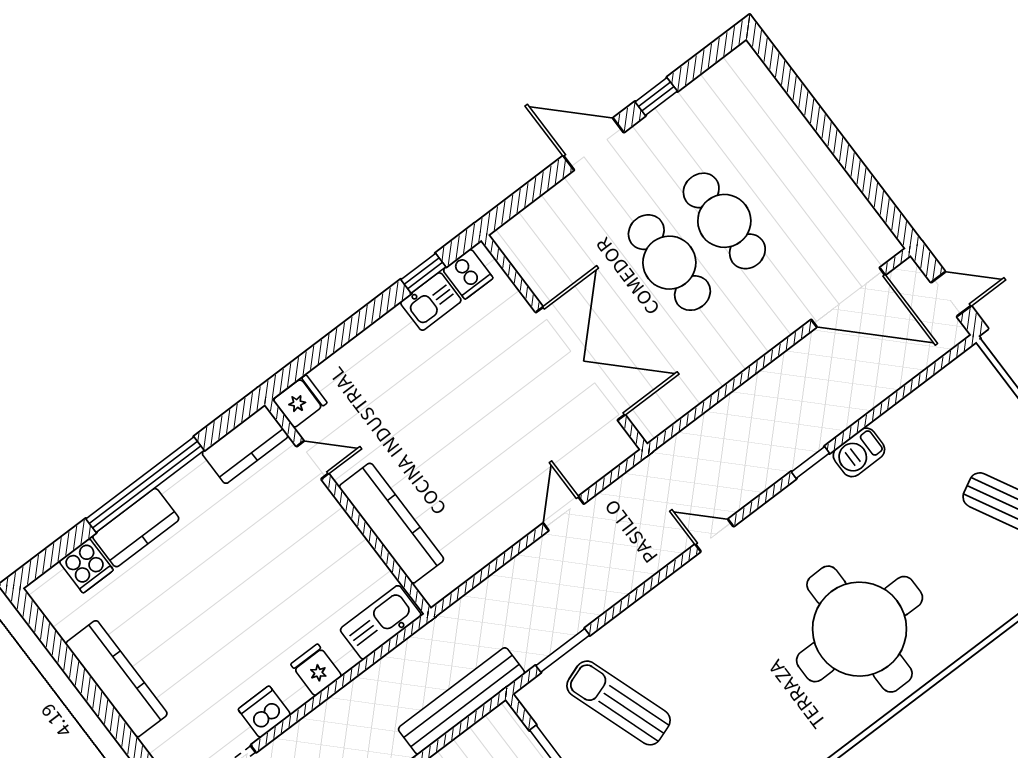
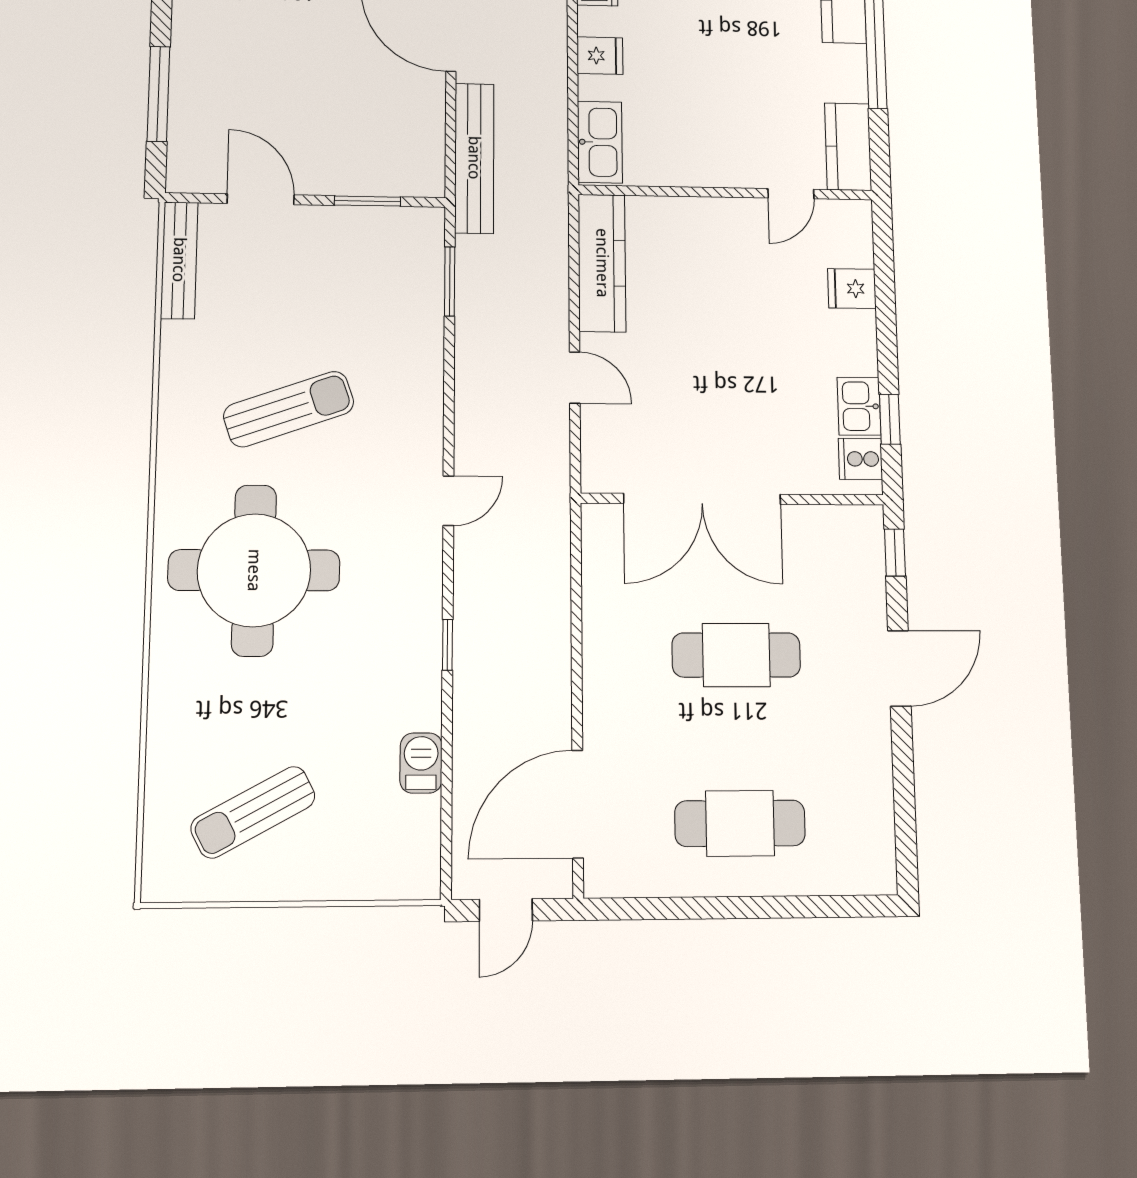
window: (656, 97) -> (895, 553), moved
cafe table: (724, 221) -> (740, 823), moved
fridge: (300, 401) -> (852, 289), moved, turned 90
barbecue: (859, 452) -> (421, 763), moved
kitchen counter: (391, 523) -> (602, 263), moved, turned -90
sun lounger: (618, 703) -> (289, 409), moved

